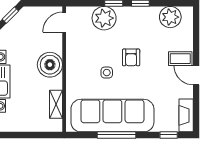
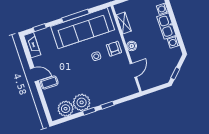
plant: (104, 18) -> (82, 102), moved
door: (64, 22) -> (133, 70), moved
armchair: (131, 57) -> (114, 49), moved
boiler: (50, 65) -> (132, 46), width x0.54, depth x0.54

